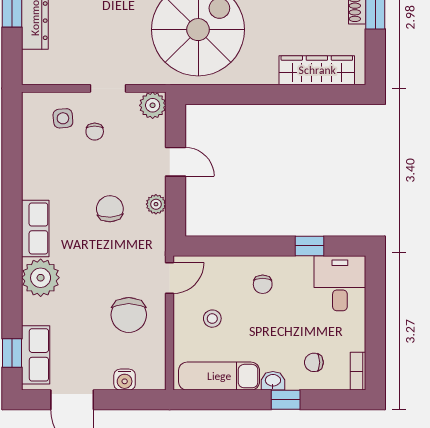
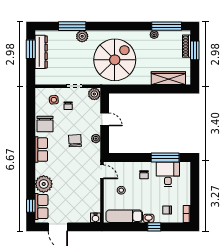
window: (310, 246) -> (165, 157), width x2.17
plant: (41, 278) -> (44, 184), moved
door: (170, 278) -> (102, 172), hinge flipped
desk: (340, 283) -> (168, 174), moved
chair: (129, 315) -> (45, 124), moved
water cooler: (125, 380) -> (96, 218), moved

